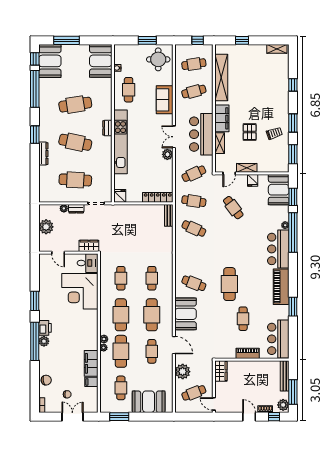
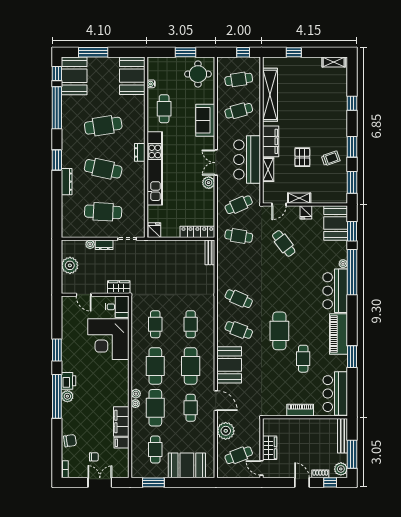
cafe table: (194, 228) -> (239, 299), moved
cafe table: (243, 319) -> (303, 359), moved
wardrobe: (221, 371) -> (270, 448), moved

